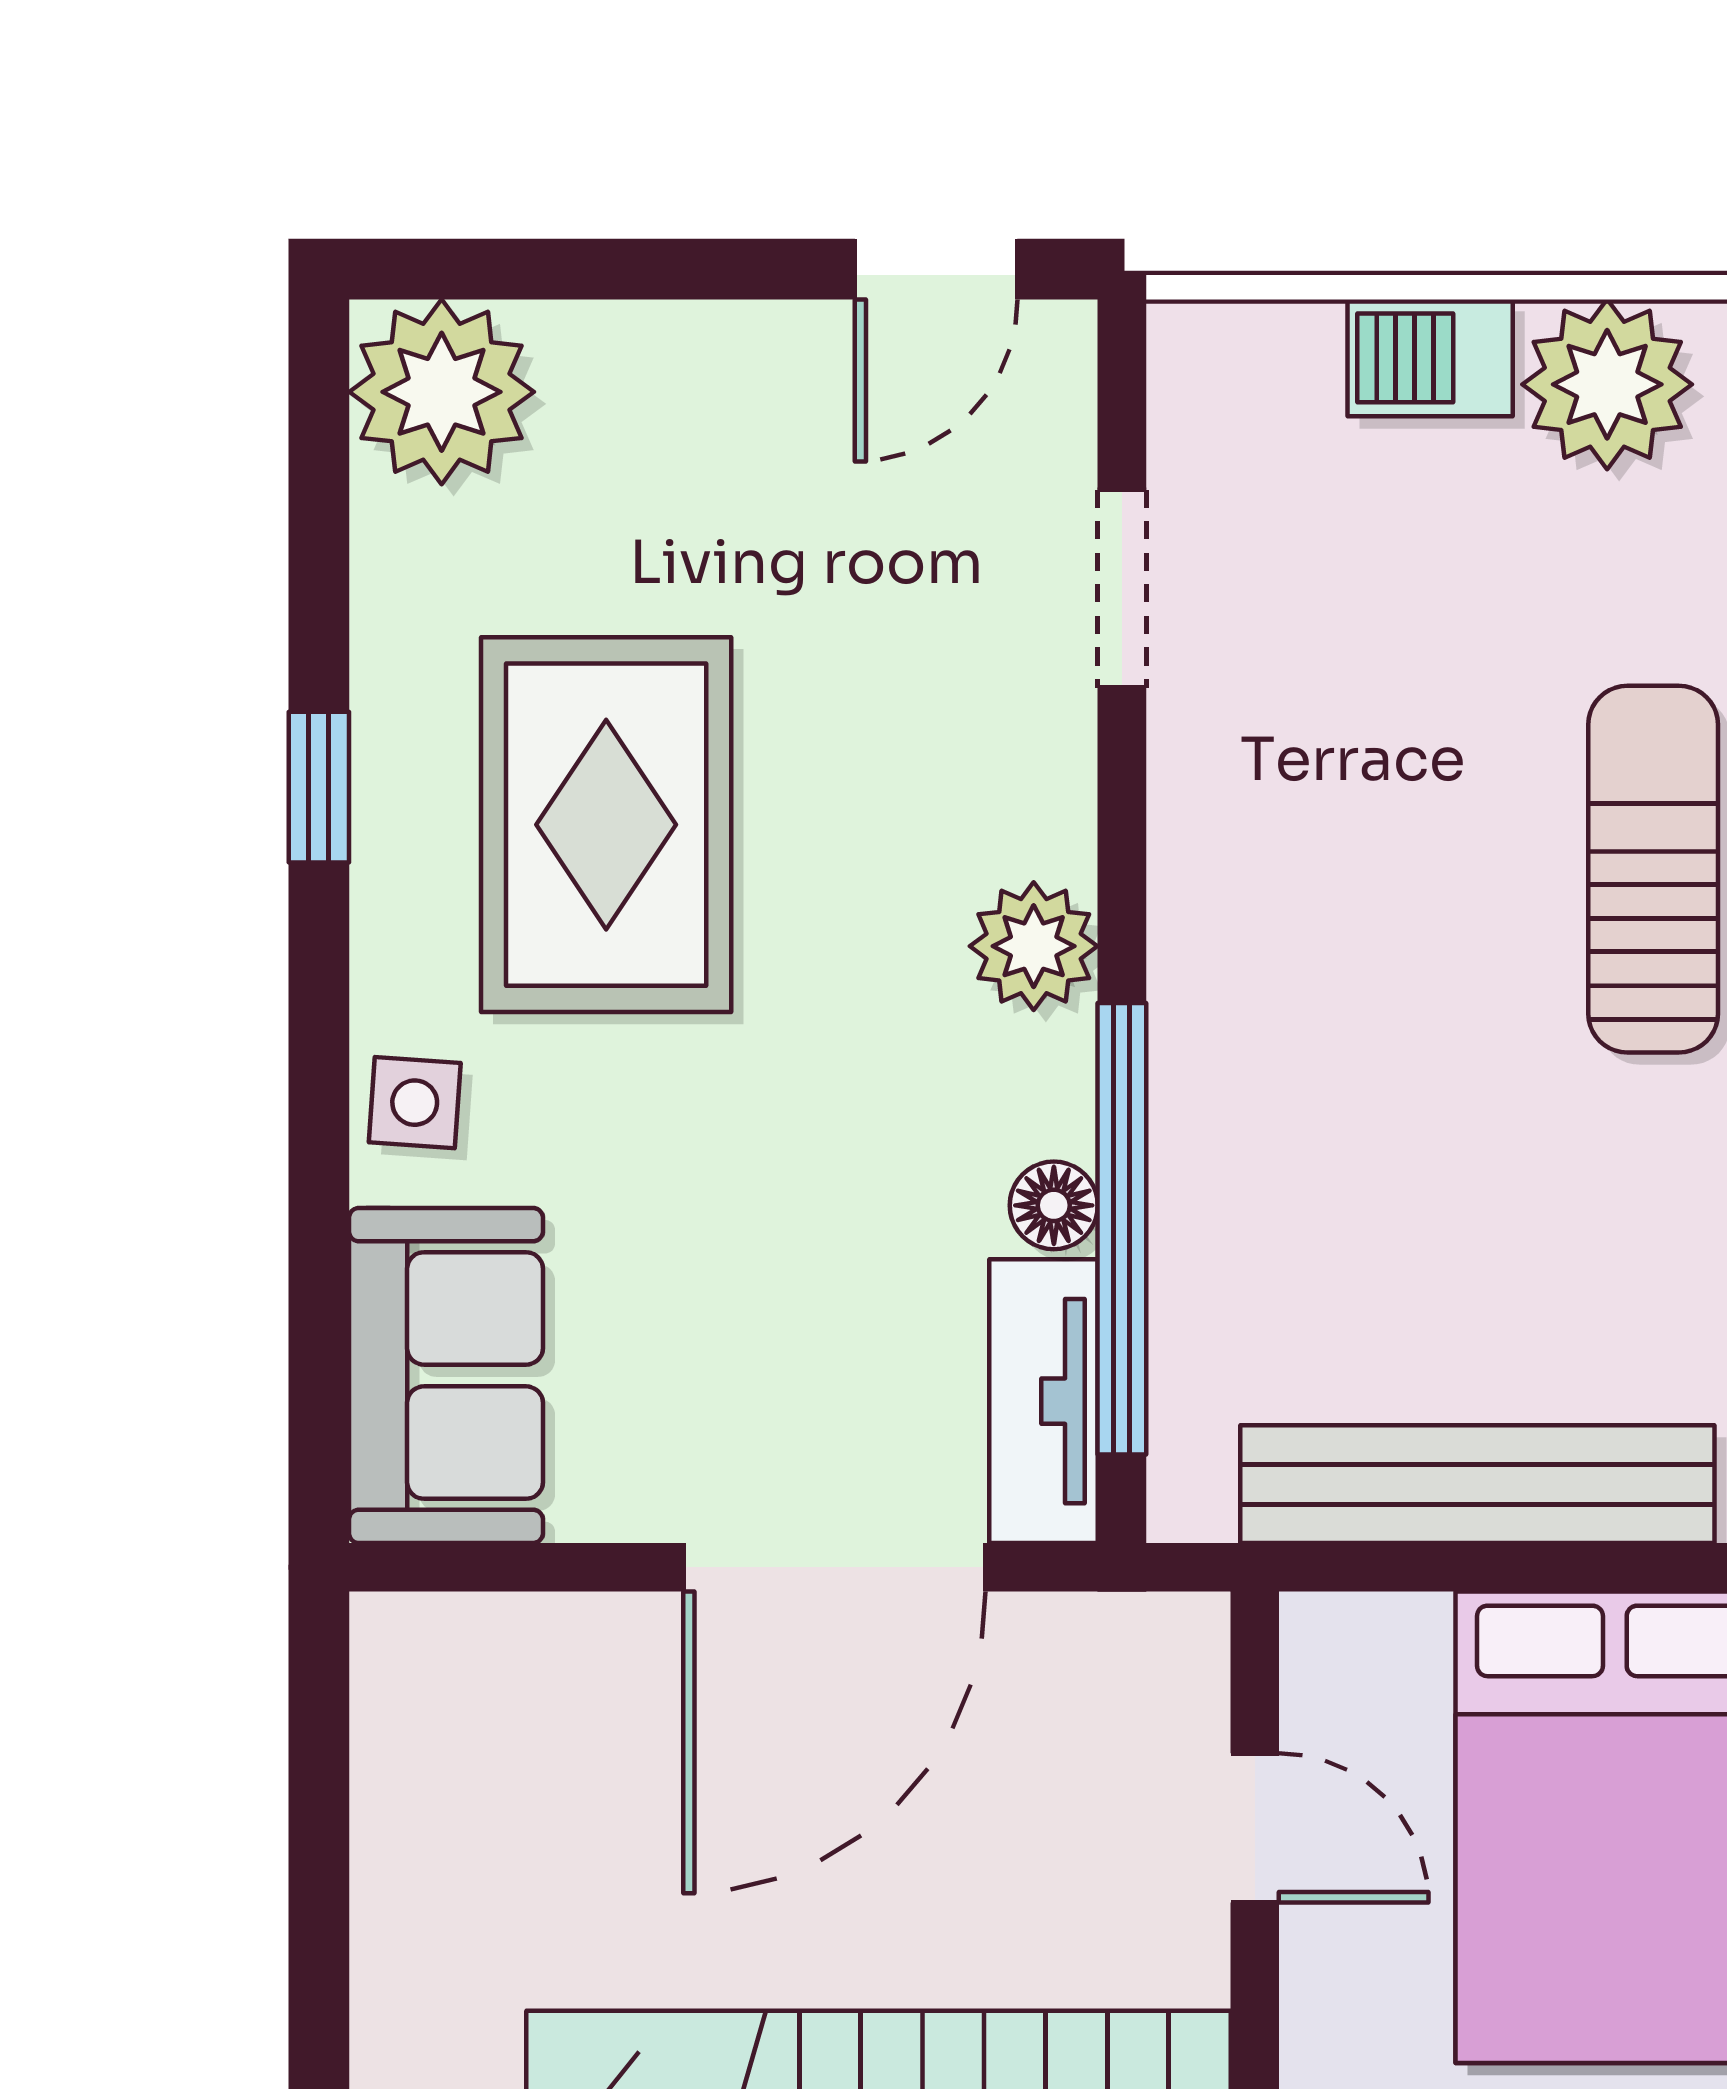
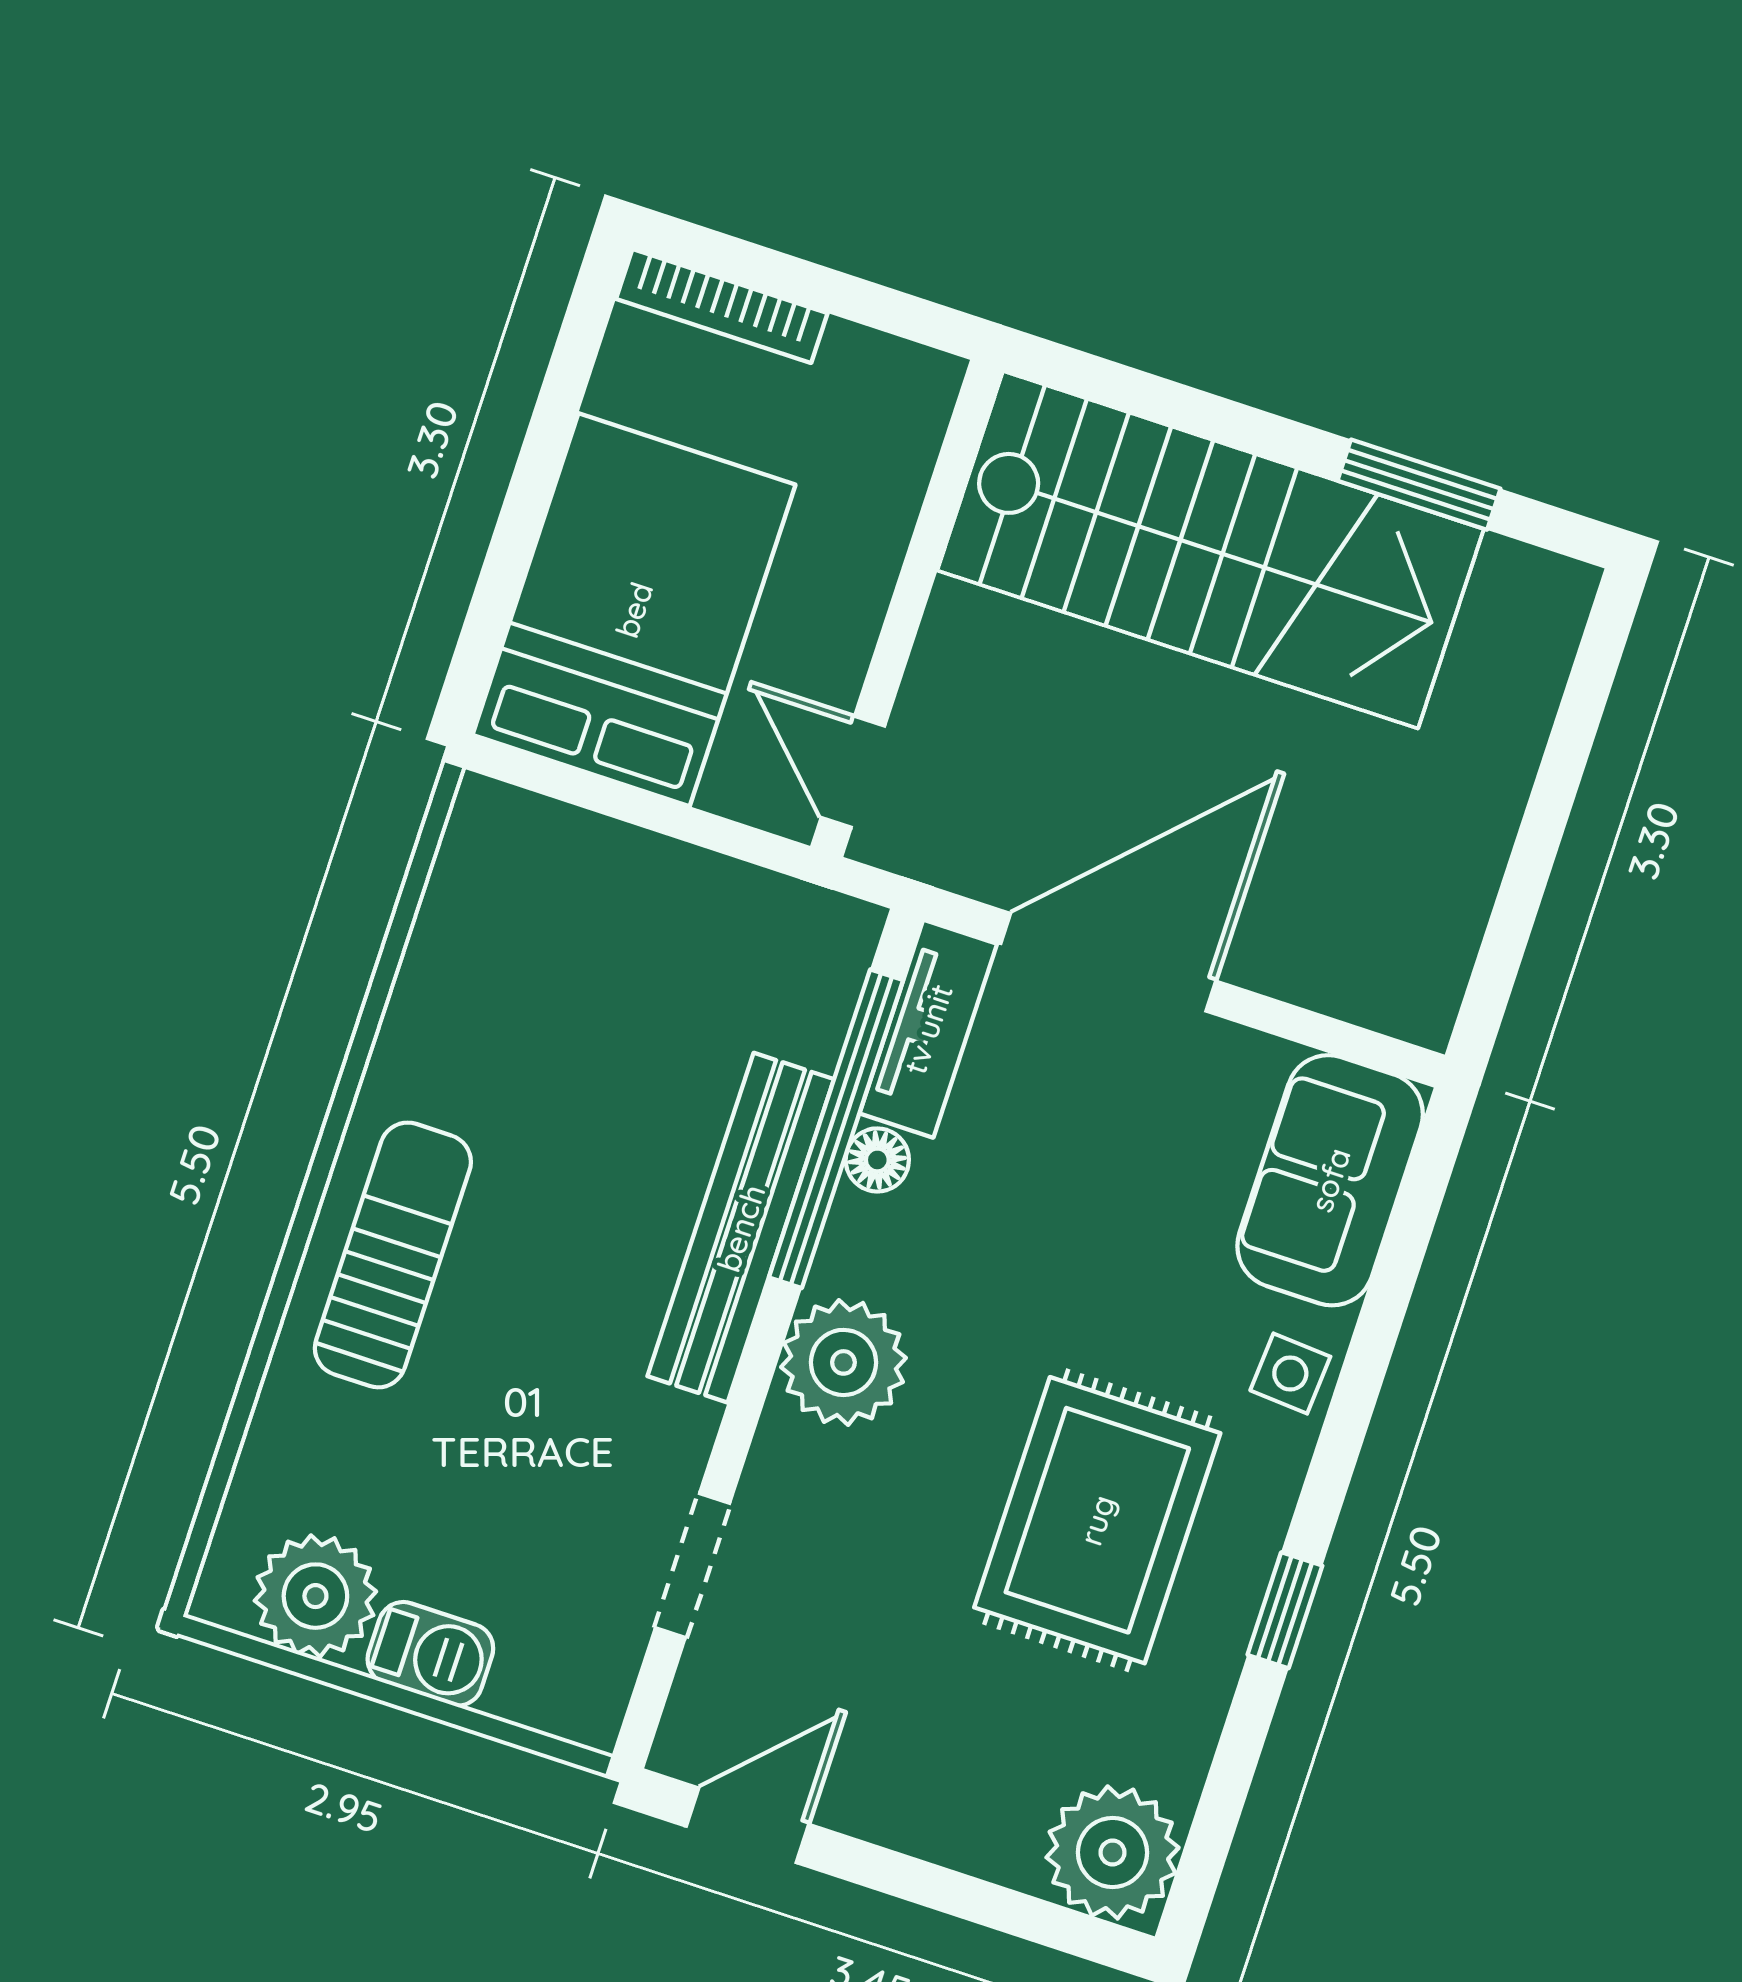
sun lounger: (1653, 869) -> (393, 1255), turned 180
plant: (1034, 946) -> (843, 1362), width x1.36, depth x1.36
bench: (1477, 1484) -> (741, 1228), moved, turned 90
door: (1255, 1828) -> (853, 772), moved

